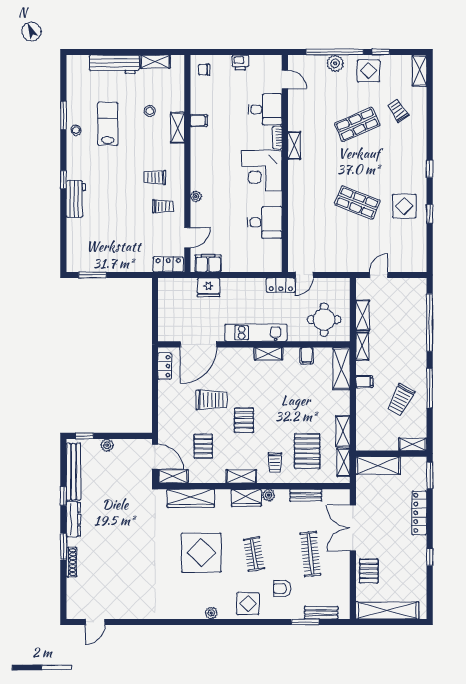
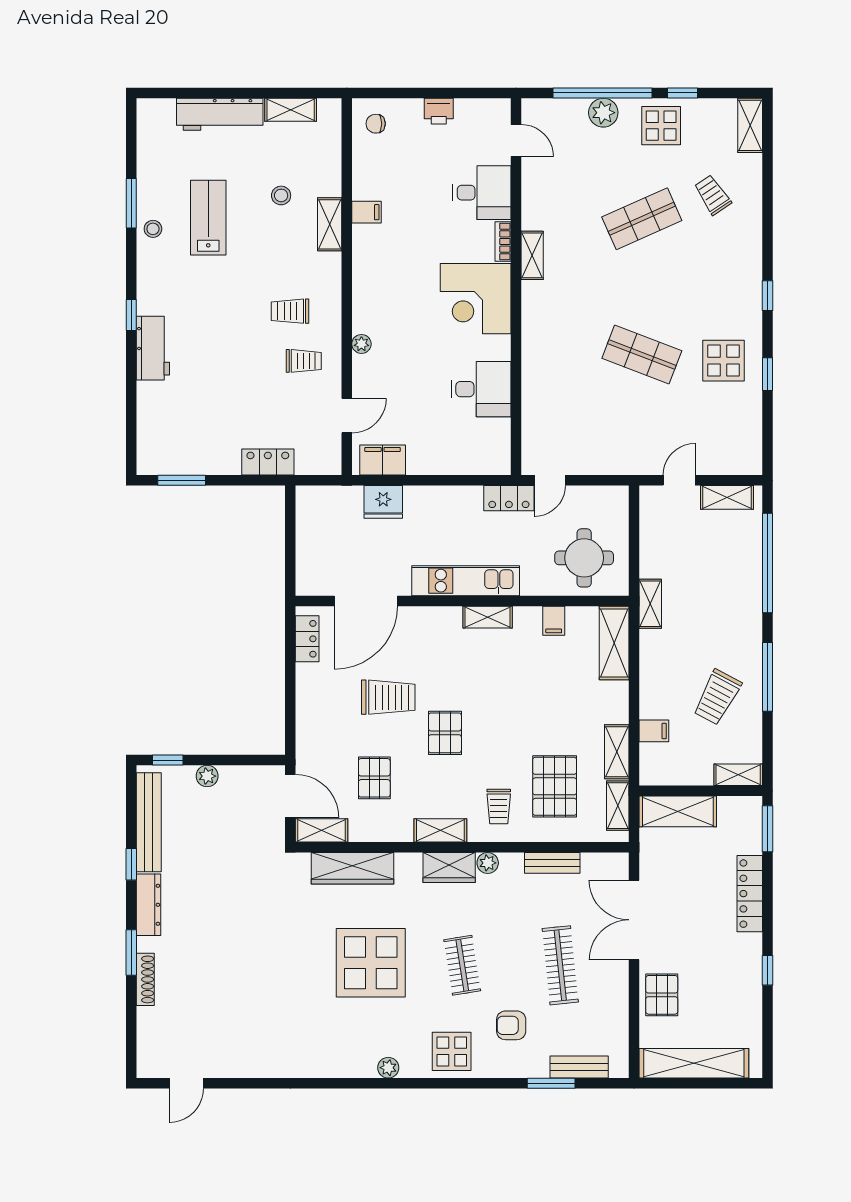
locker: (168, 264) -> (268, 462), moved
shelving: (363, 315) -> (727, 497), moved, turned 90
filing cabinet: (364, 382) -> (654, 731), moved

